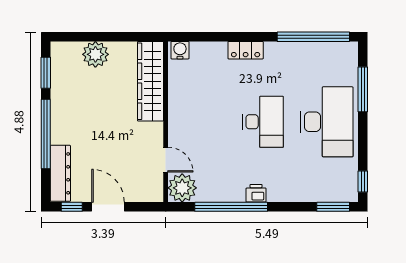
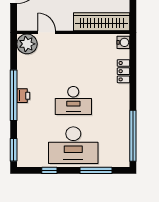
locker: (246, 50) -> (123, 71), moved
door: (166, 160) -> (47, 32), swing flipped
window: (363, 182) -> (49, 170), moved
window: (231, 207) -> (14, 95), moved

